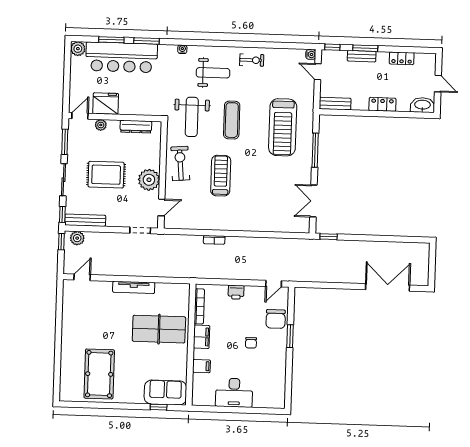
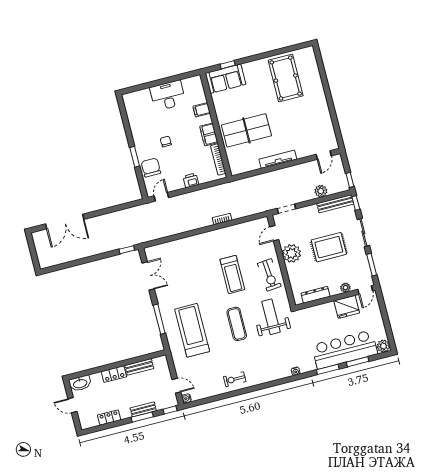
weight bench: (213, 73) -> (264, 359), removed
bench: (335, 104) -> (139, 367), moved
plant: (77, 238) -> (321, 191), moved

